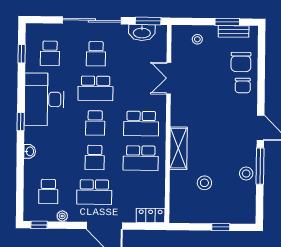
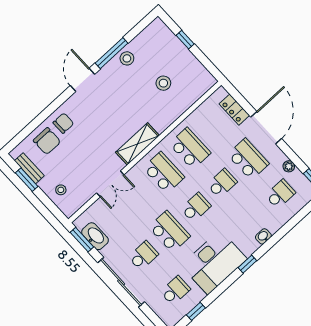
chair: (241, 62) -> (47, 141), turned 90
shelving: (178, 148) -> (137, 144), moved
locker: (151, 215) -> (234, 110), moved

